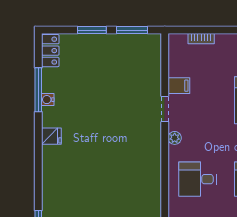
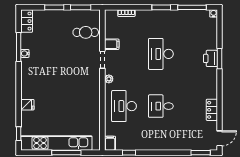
cafe table: (140, 68) -> (86, 32), added
fridge: (51, 136) -> (27, 105), moved
desk: (197, 179) -> (124, 106), width x1.37

